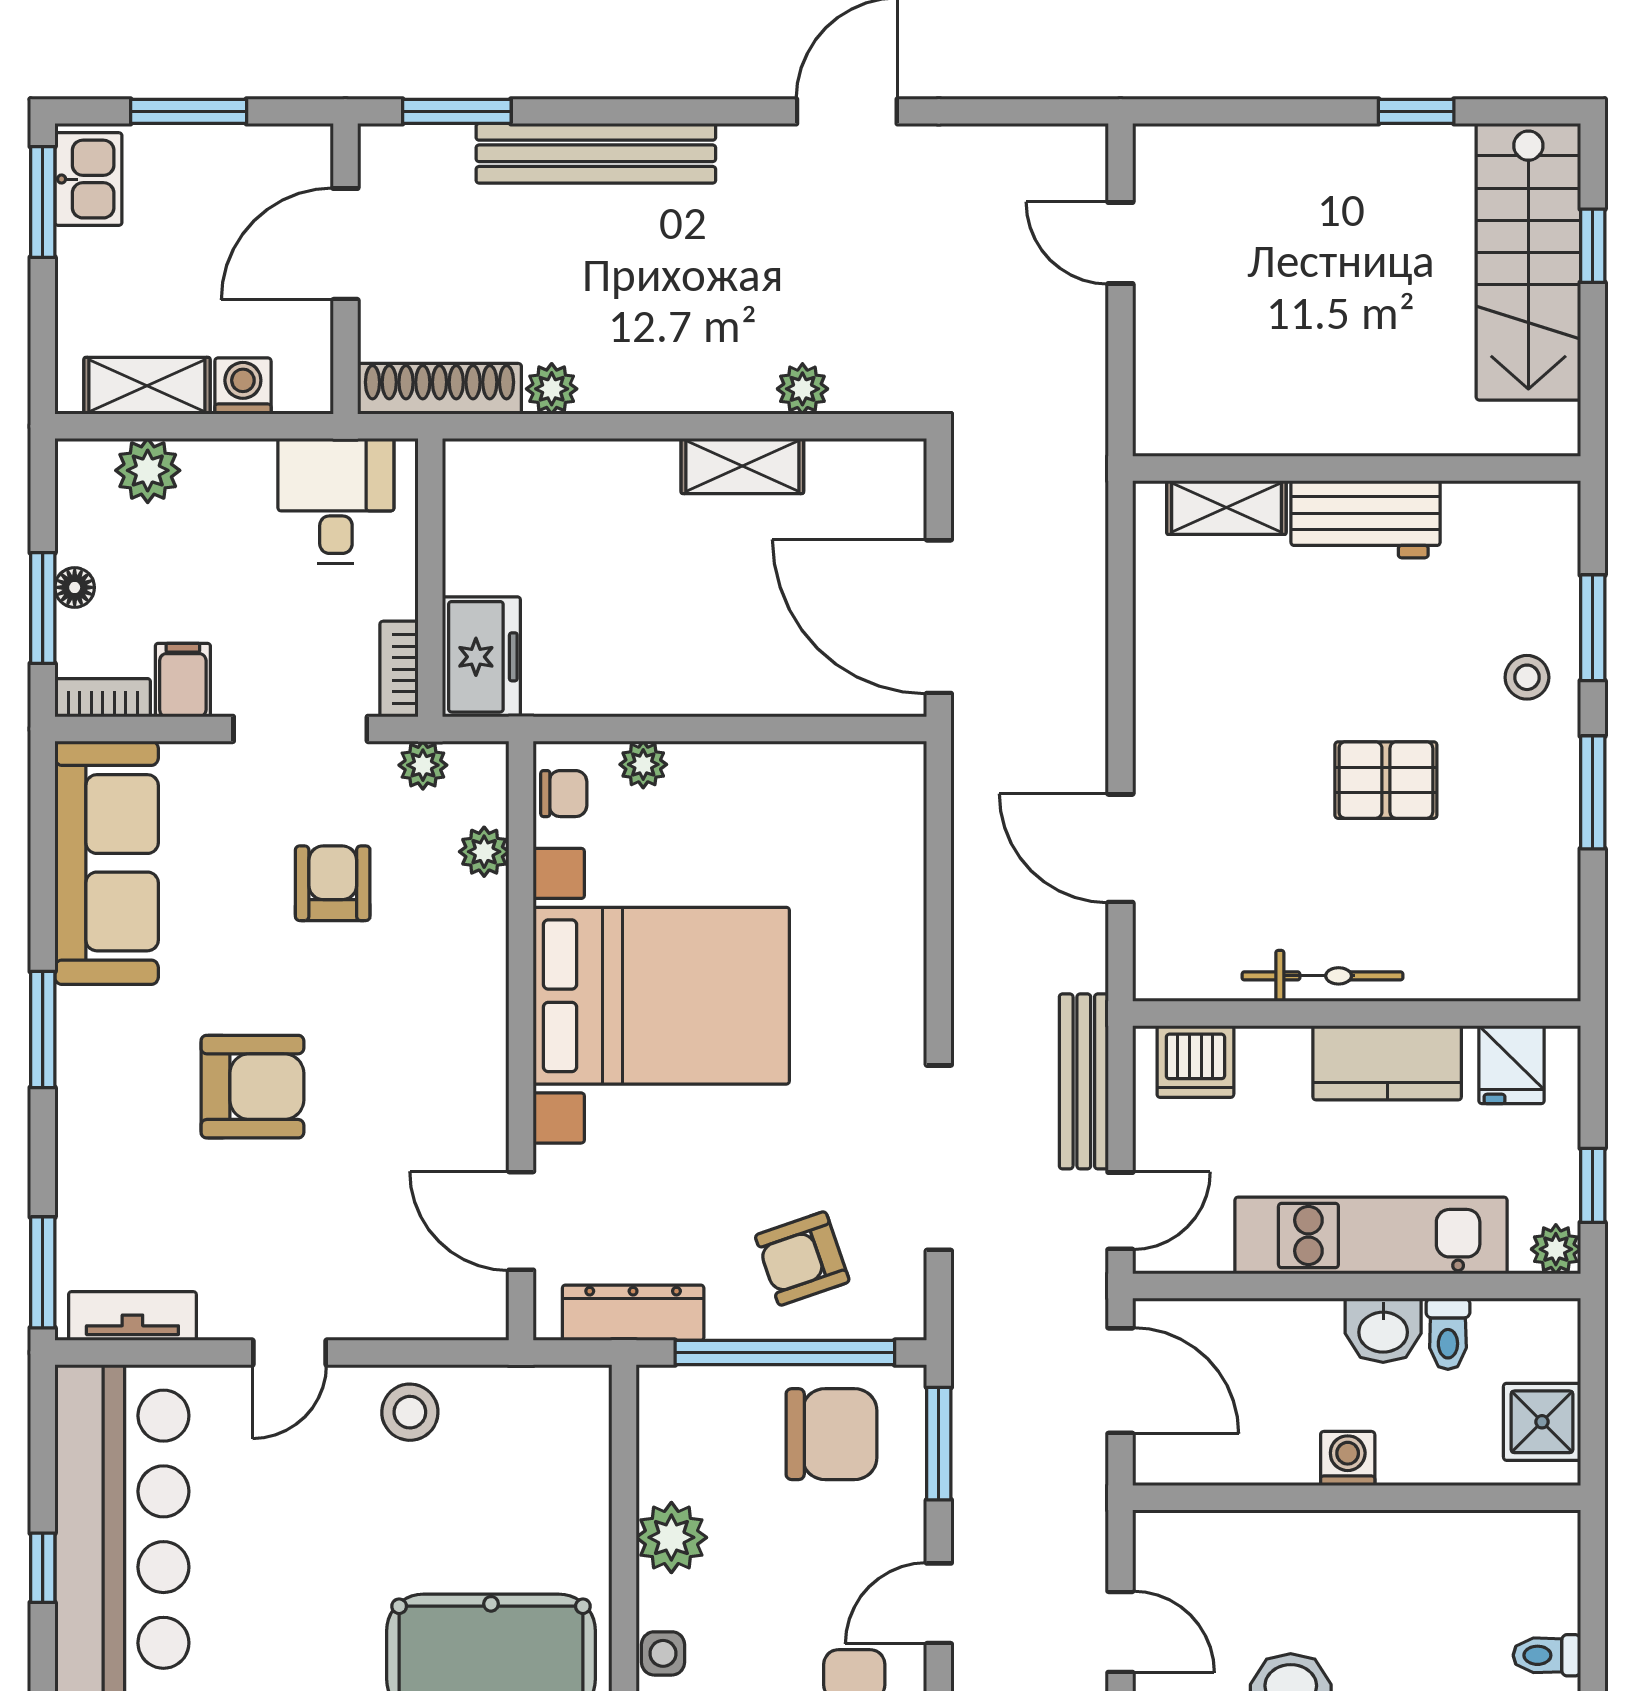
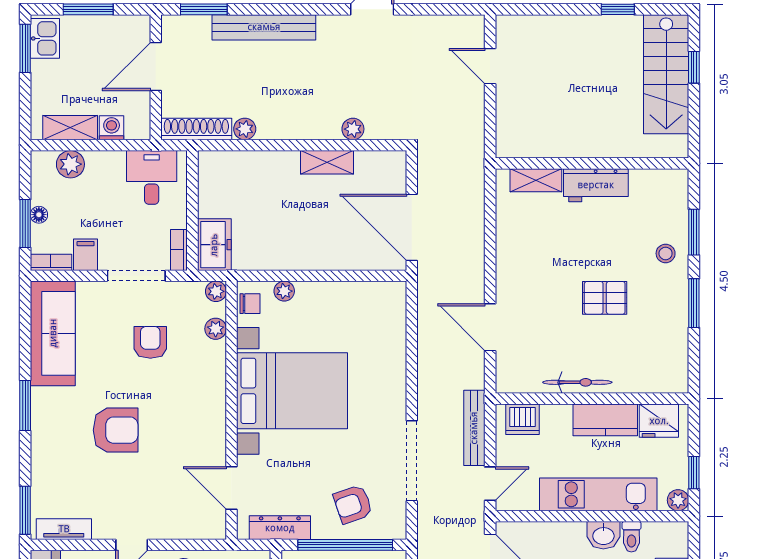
plant: (423, 765) -> (216, 291), moved
fridge: (1512, 1065) -> (659, 421), width x1.38

